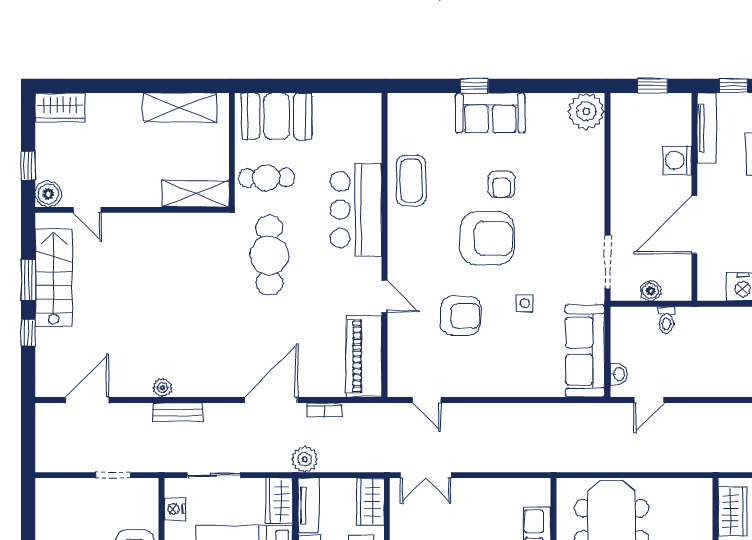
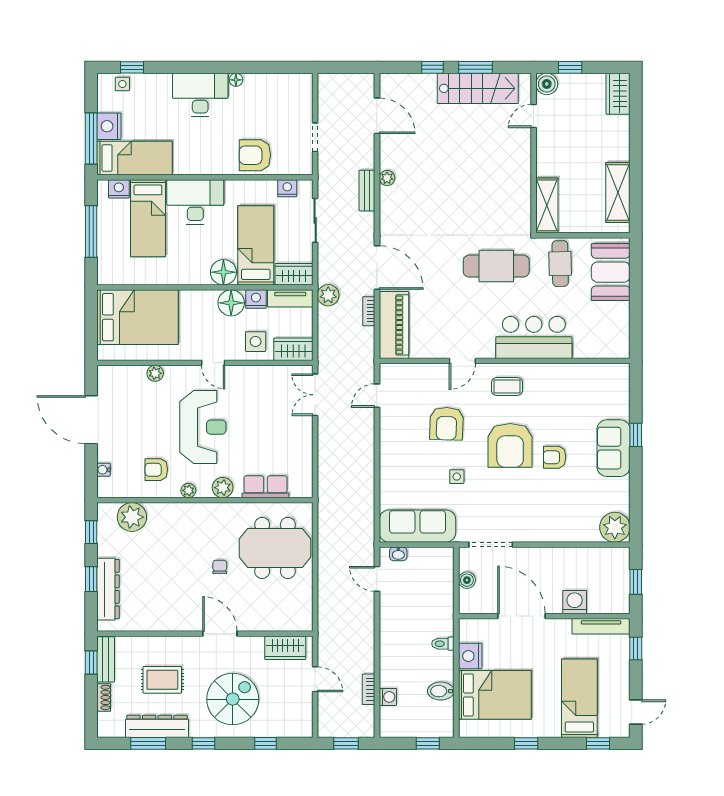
coffee table: (411, 181) -> (507, 387), moved, width x0.73, depth x0.77
toilet: (666, 320) -> (443, 644), moved
piano: (364, 356) -> (394, 325), moved, turned 90

